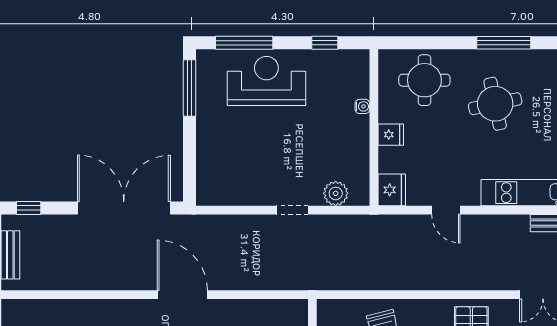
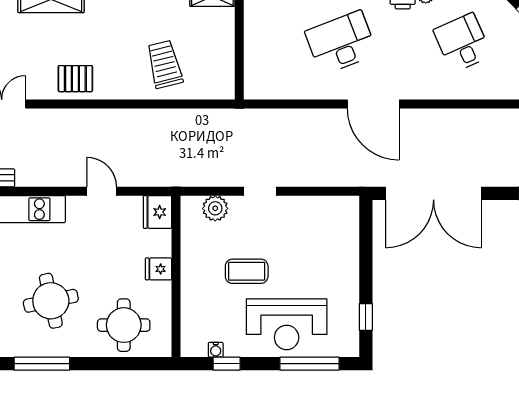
window: (190, 88) -> (366, 317), width x0.46
water cooler: (362, 106) -> (216, 350), moved, turned -90
coffee table: (305, 132) -> (247, 271), added

